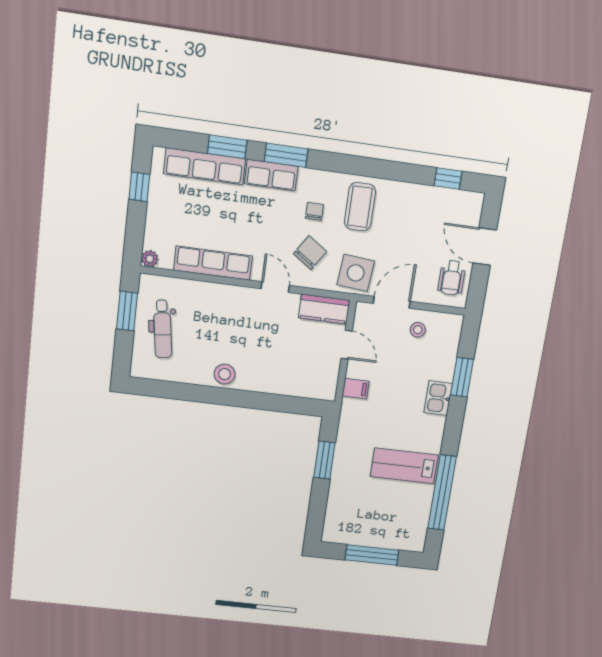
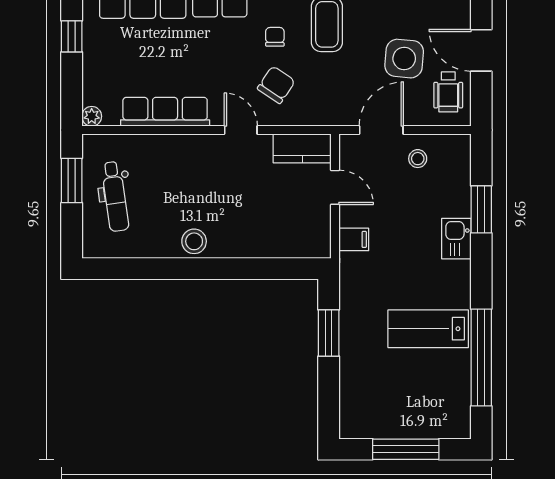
side table: (356, 273) -> (404, 59), moved

